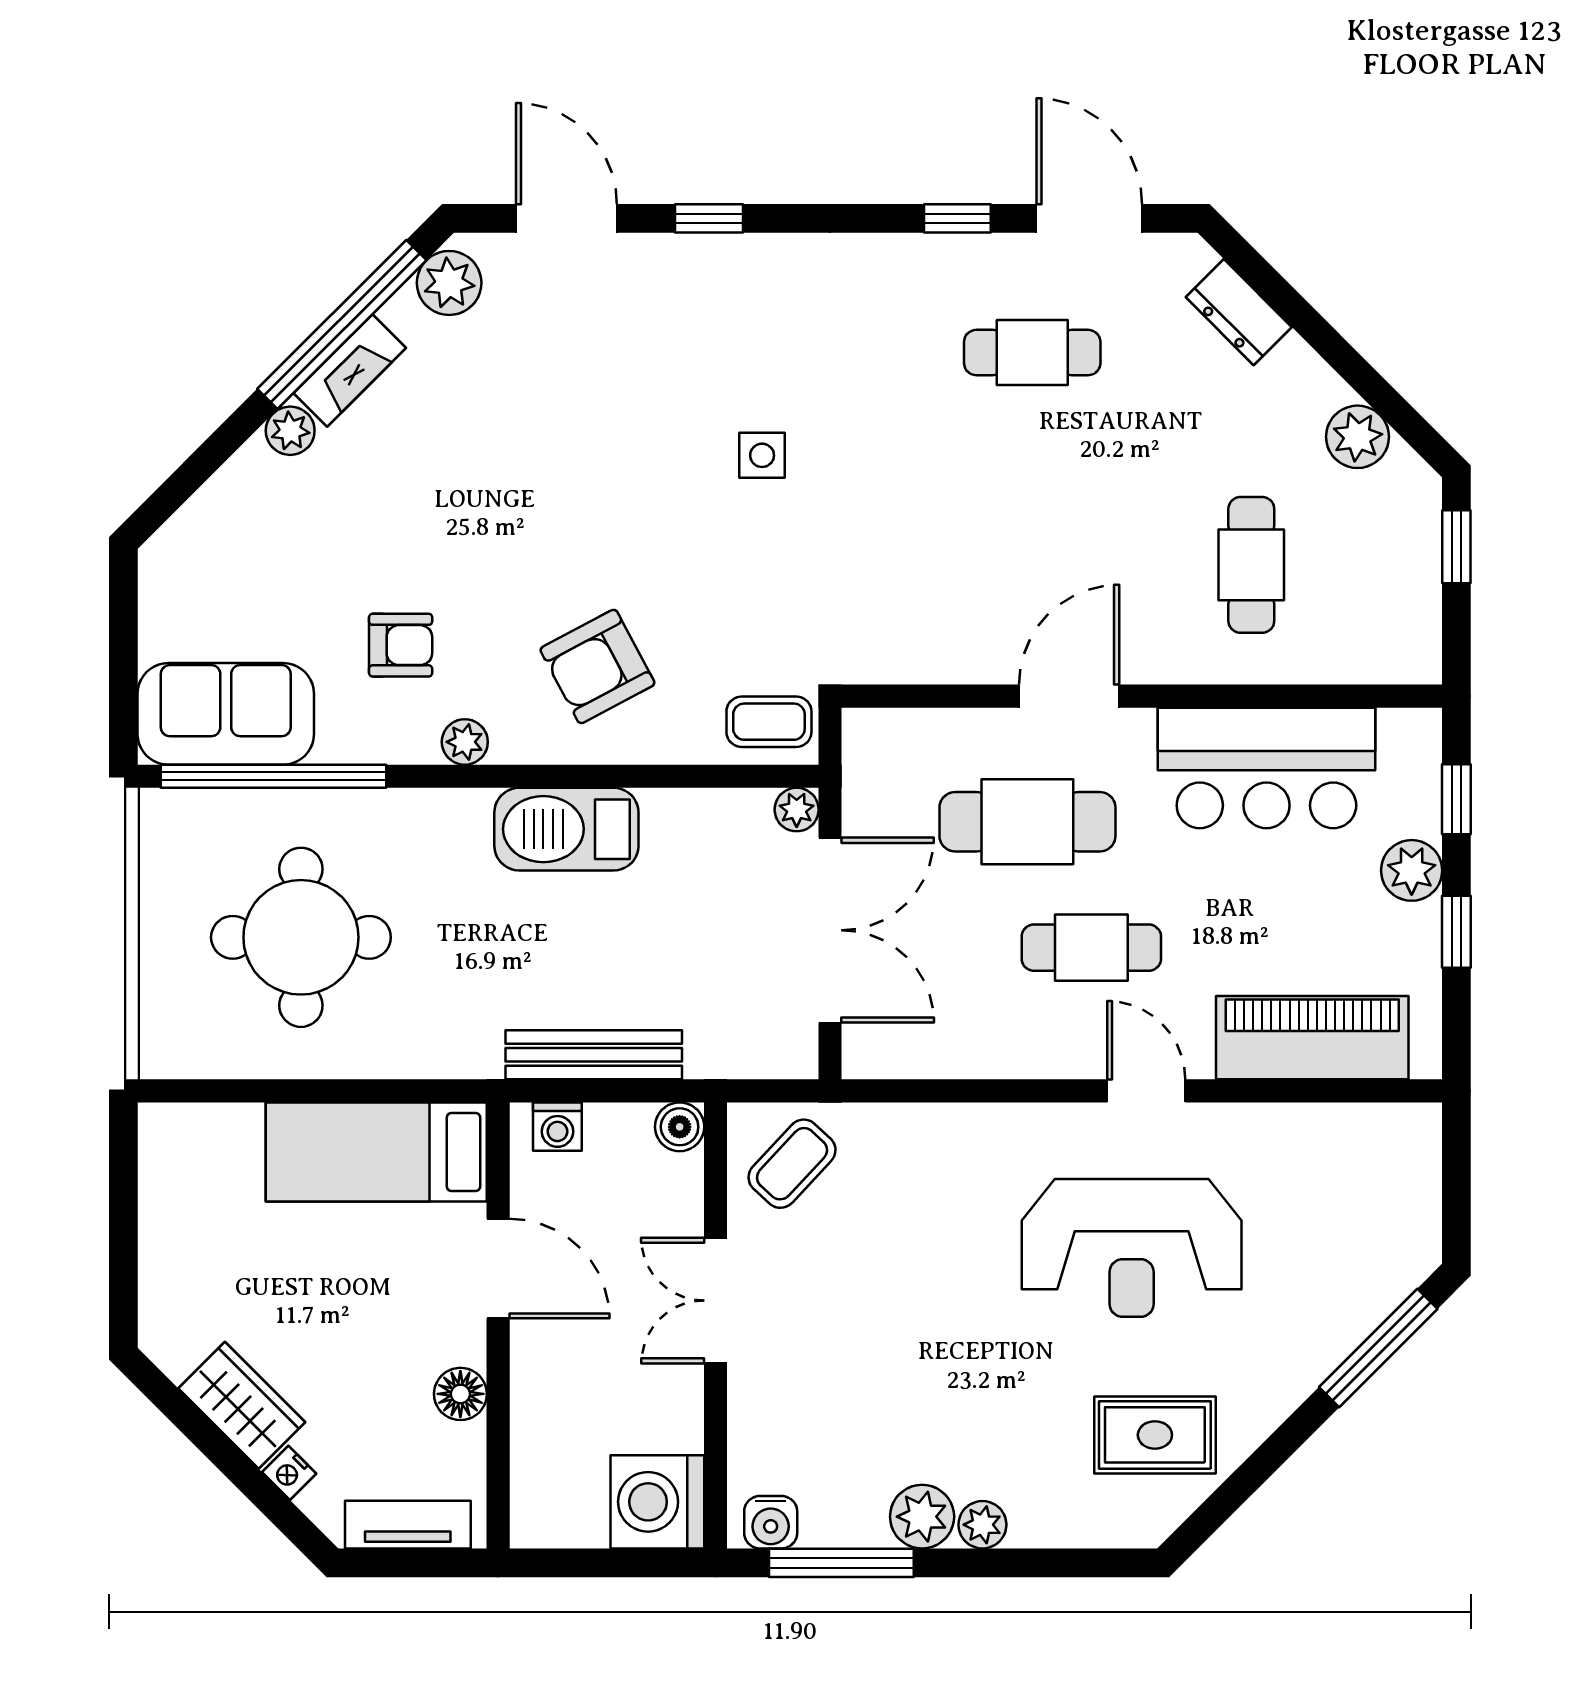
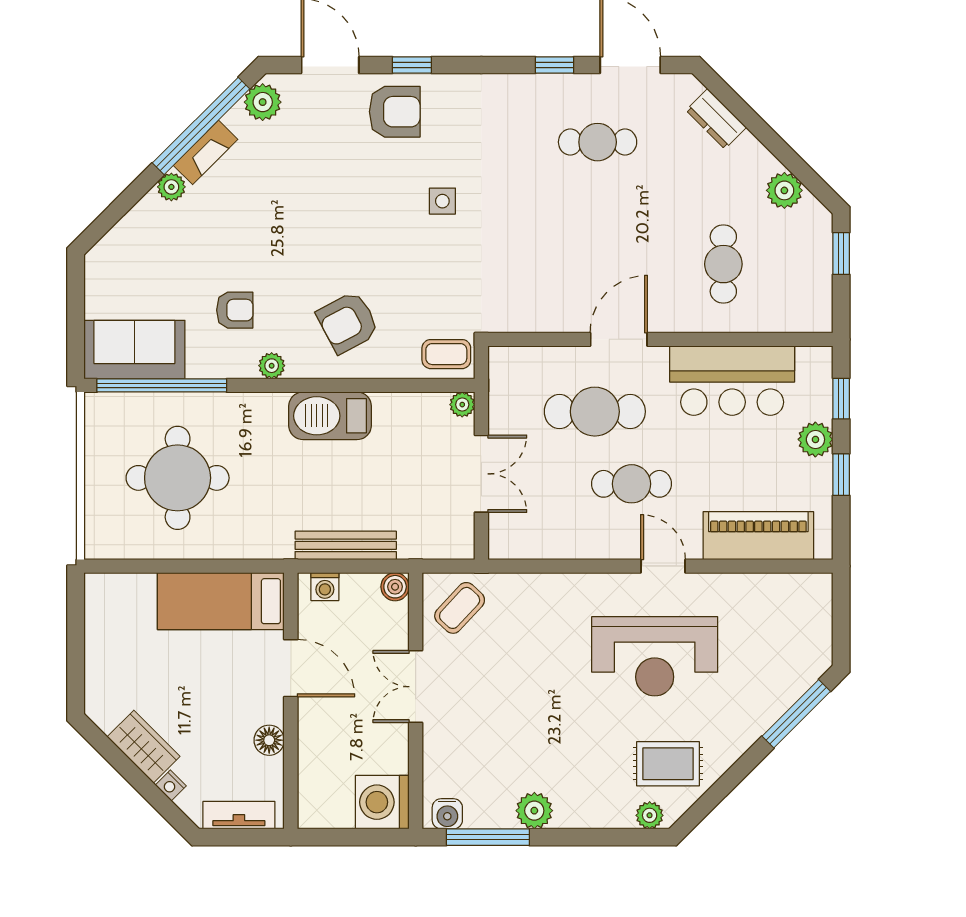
armchair: (679, 300) -> (395, 112), added
double door: (830, 930) -> (481, 474), width x0.73
plant: (982, 1525) -> (650, 815), moved

